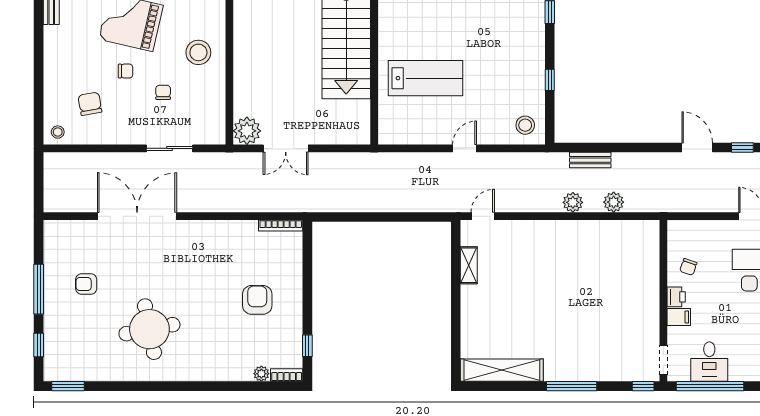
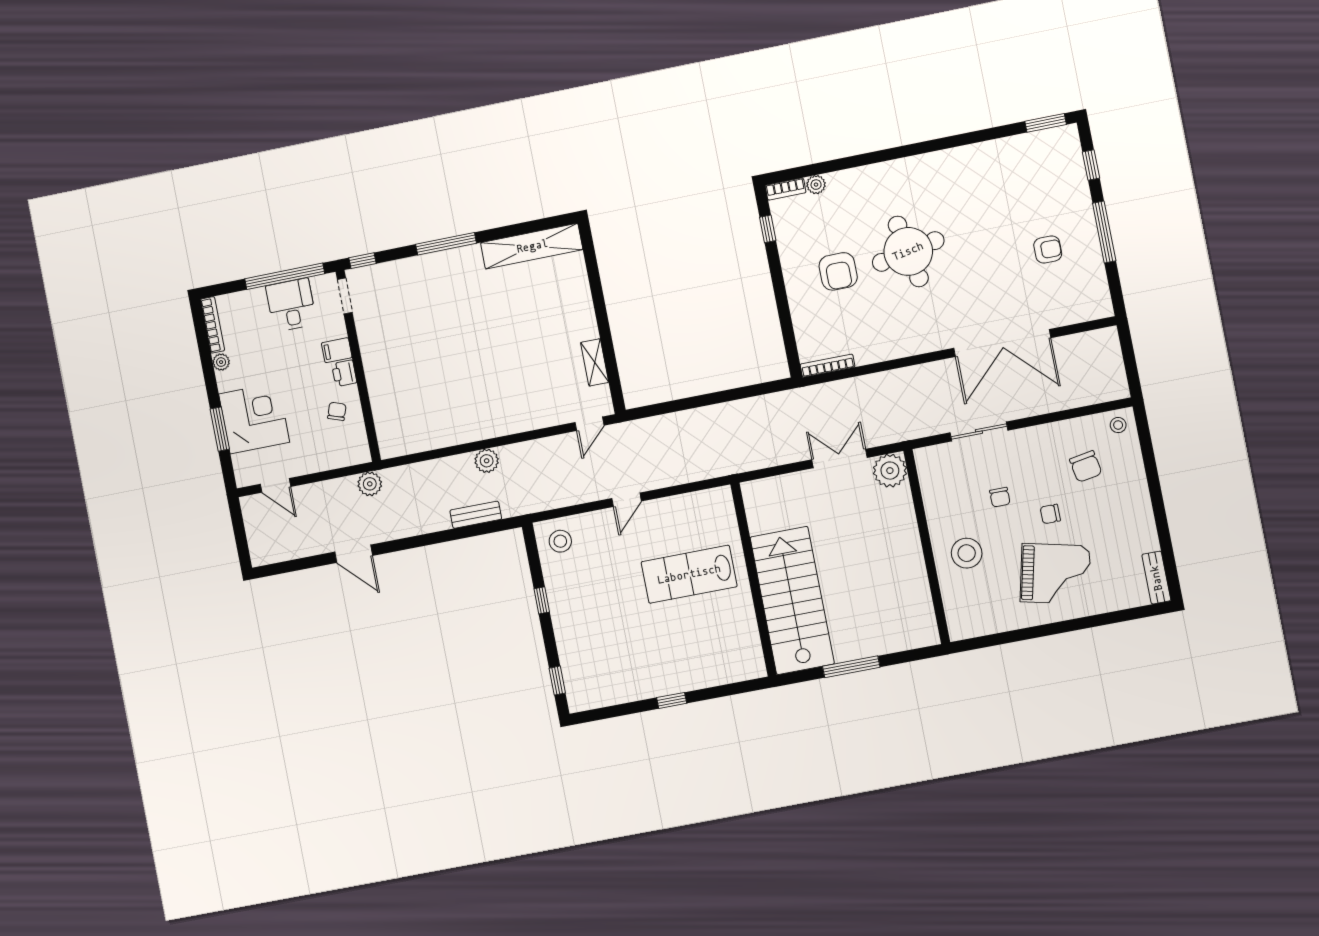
window: (742, 147) -> (301, 564), removed
plant: (614, 202) -> (370, 484), moved
round table: (149, 329) -> (908, 251), moved

